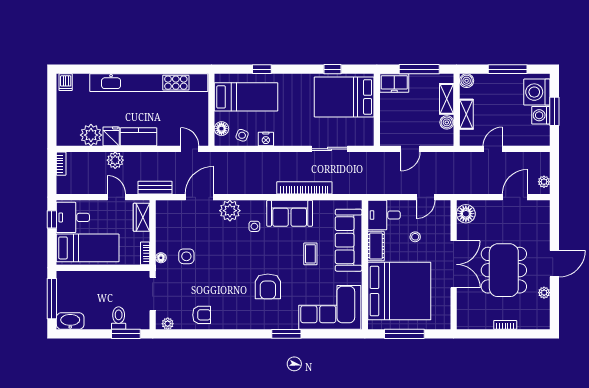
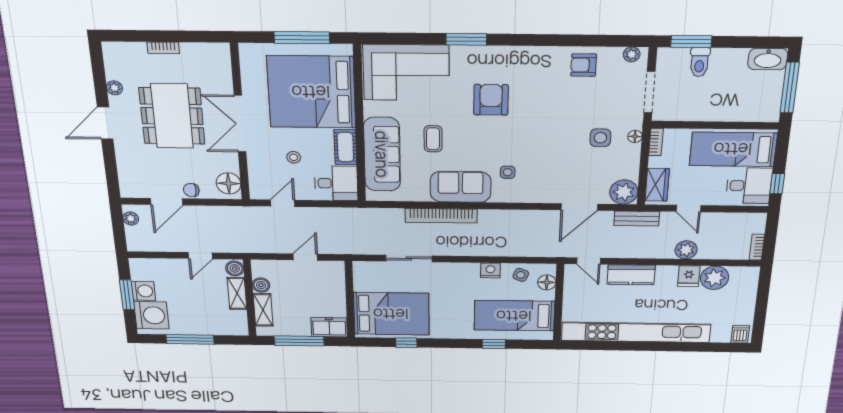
boiler: (467, 81) -> (235, 268), moved
kitchen counter: (139, 137) -> (631, 275), moved
chair: (495, 208) -> (191, 190), added
plant: (230, 211) -> (624, 192), moved

